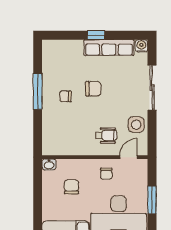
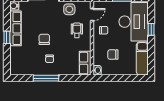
row of seats: (59, 147) -> (85, 63), added
door: (128, 157) -> (92, 15), swing flipped

